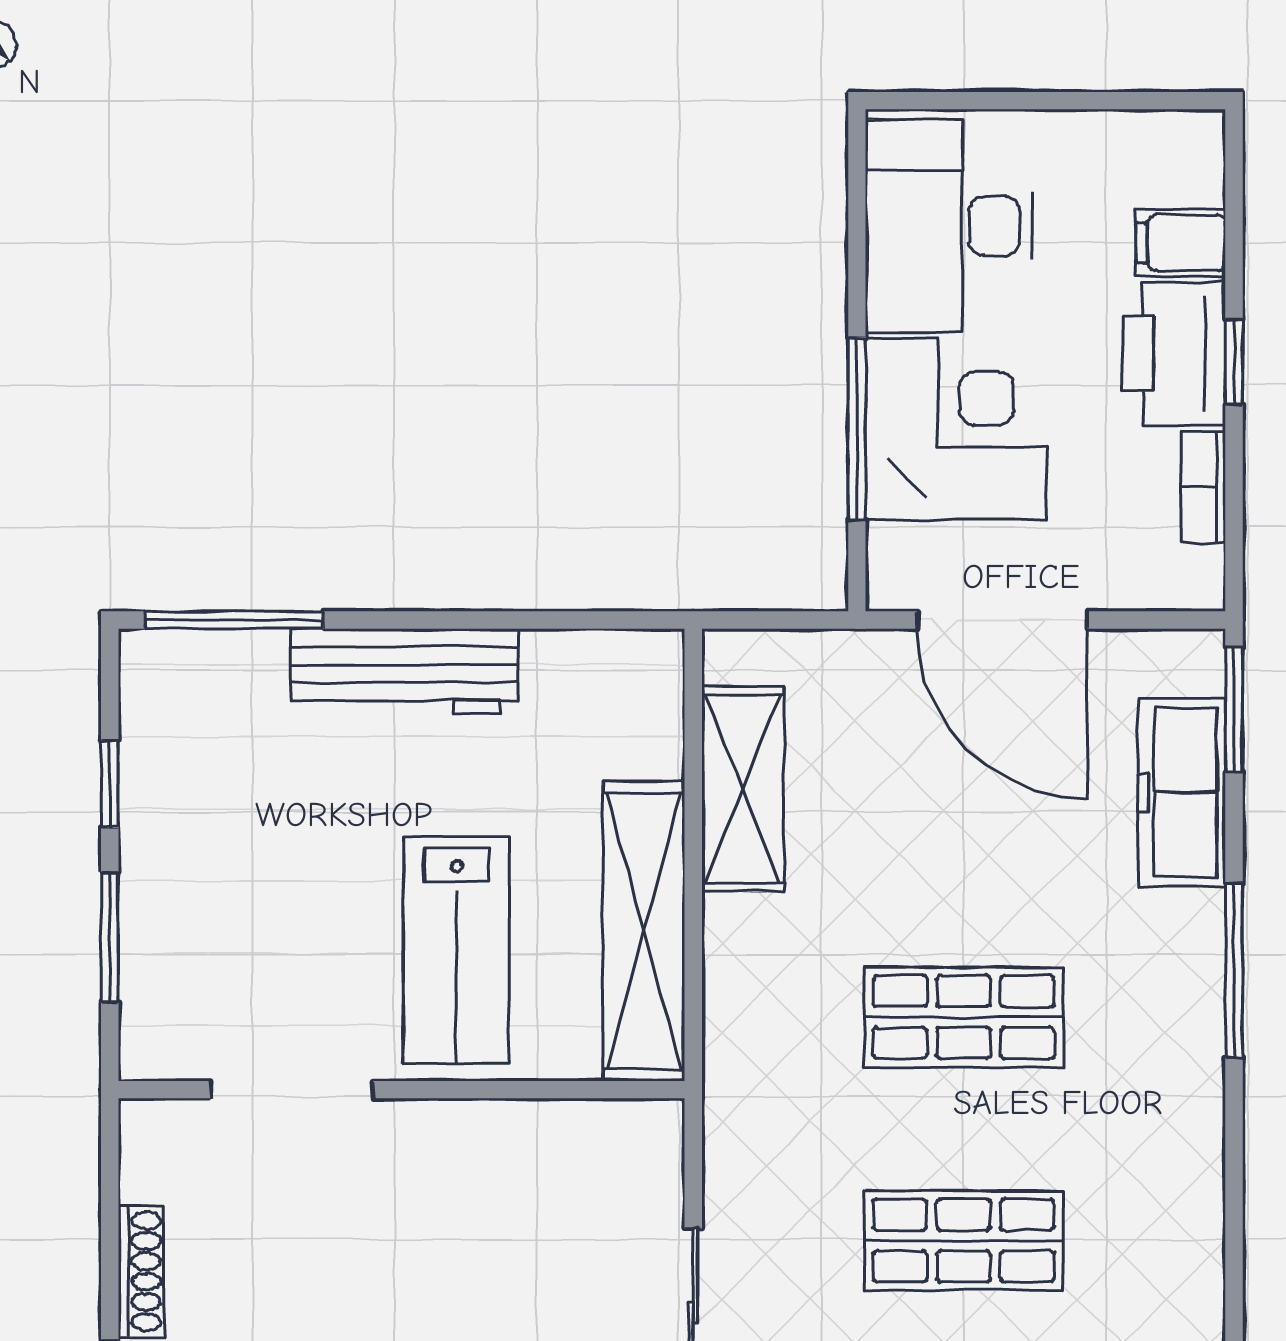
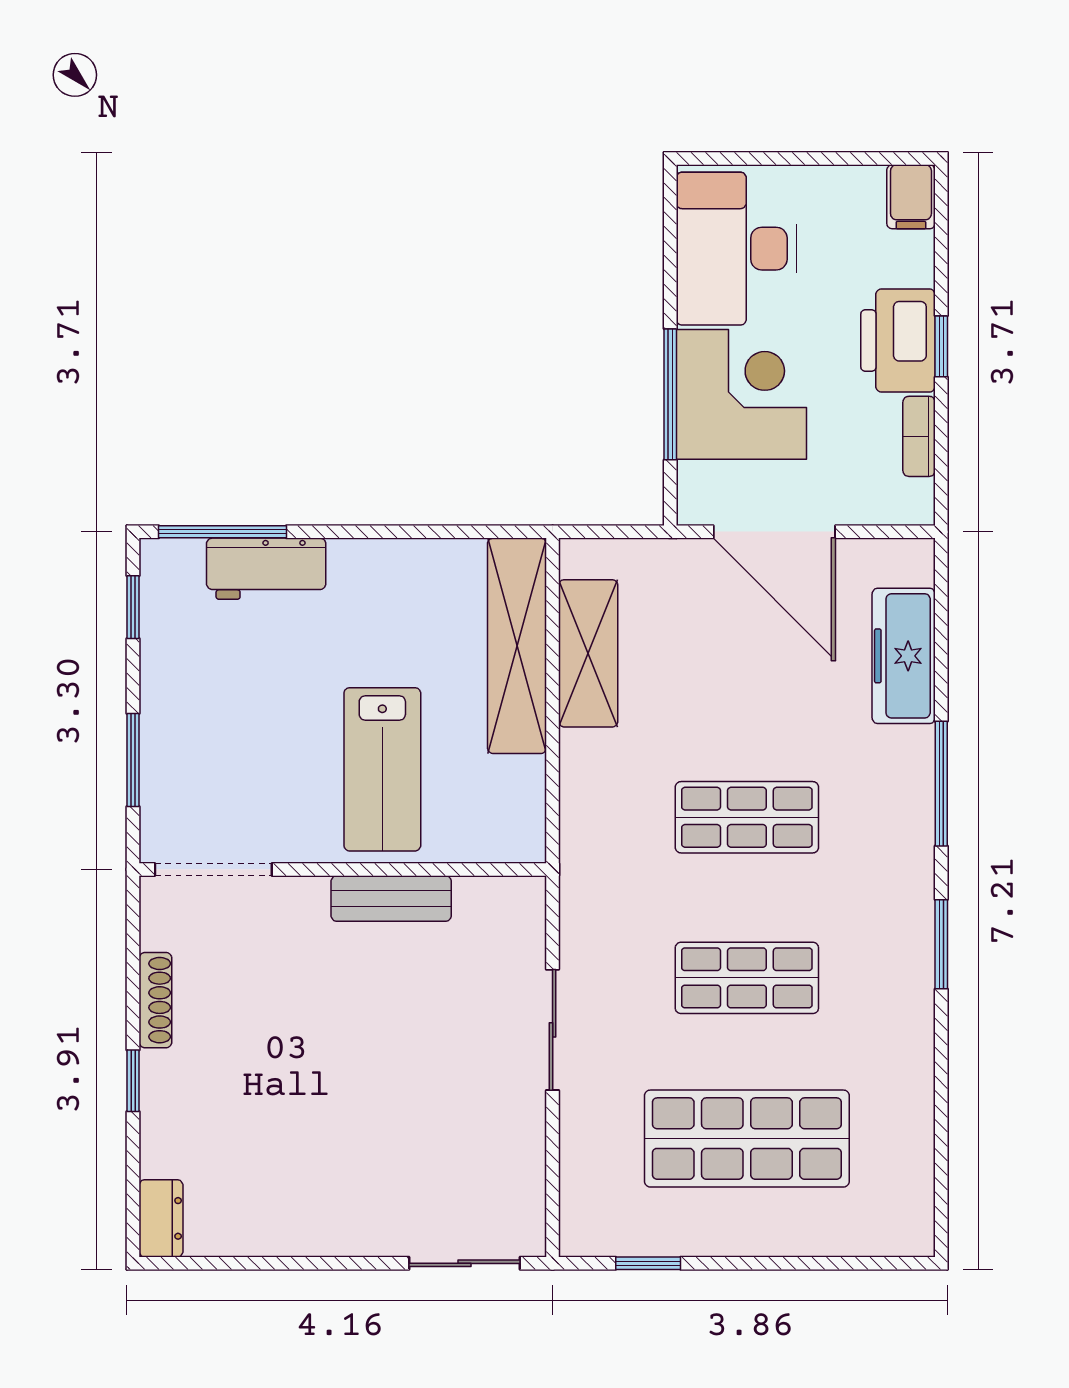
filing cabinet: (1181, 243) -> (911, 197), moved, turned -90
workbench: (404, 671) -> (266, 569), moved, width x0.73
window: (1234, 710) -> (941, 944), moved
window: (110, 784) -> (133, 607), moved
shelving: (644, 931) -> (517, 646), moved
doorway: (292, 1090) -> (213, 869), moved
bench: (469, 1130) -> (391, 898), added

